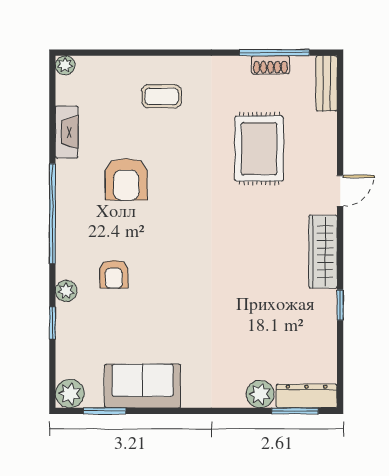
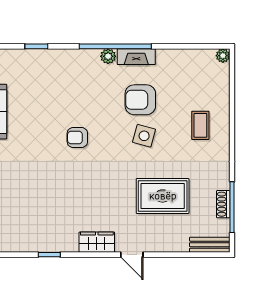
fireplace: (67, 132) -> (136, 57), moved
side table: (176, 174) -> (144, 136), added
wardrobe: (323, 252) -> (97, 242), width x0.67
armchair: (114, 274) -> (77, 137), moved
plant: (66, 291) -> (108, 56), moved

